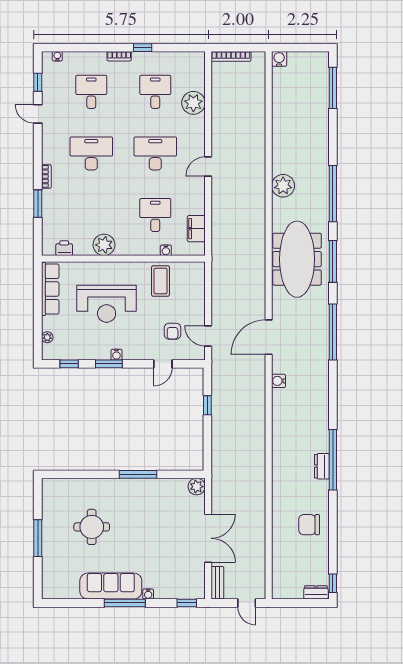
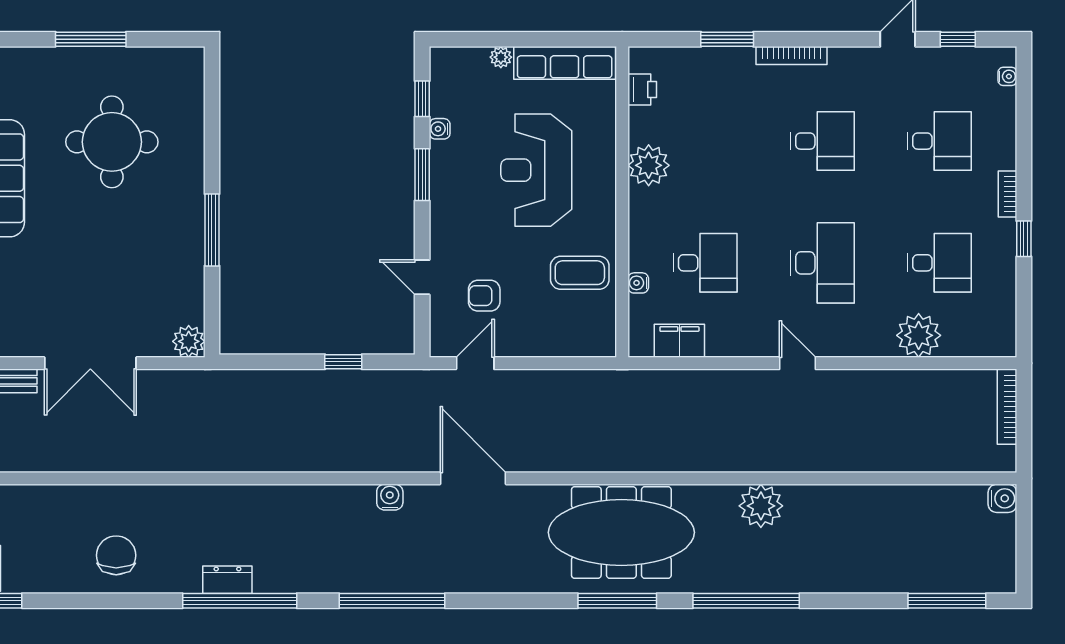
desk: (91, 153) -> (822, 141), width x0.73
bookcase: (46, 176) -> (791, 56), width x1.56
window: (333, 332) -> (392, 601), moved
plant: (47, 337) -> (501, 57), moved
water cooler: (116, 355) -> (440, 129), moved
round table: (92, 527) -> (112, 142), width x1.36, depth x1.36

